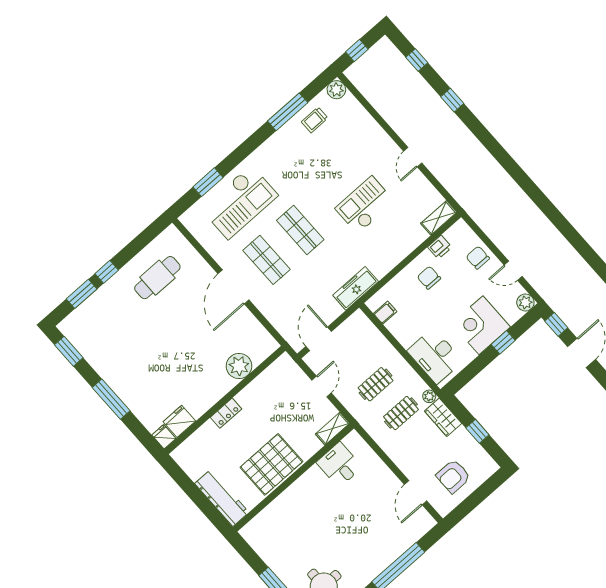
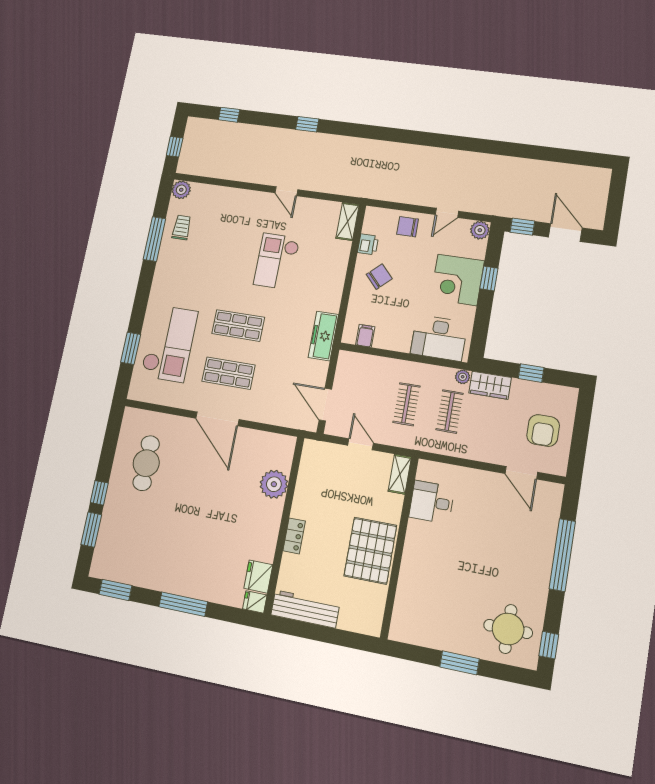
window: (452, 100) -> (307, 124), moved
trolley: (315, 120) -> (182, 227), turned 180
chair: (429, 278) -> (379, 277), turned 137
workbench: (222, 498) -> (305, 609), moved

